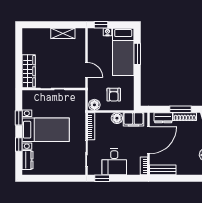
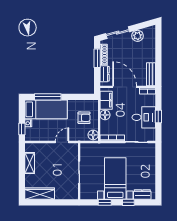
window: (137, 54) -> (48, 97), width x1.44
wardrobe: (29, 71) -> (40, 194), moved
window: (102, 178) -> (158, 117), moved

